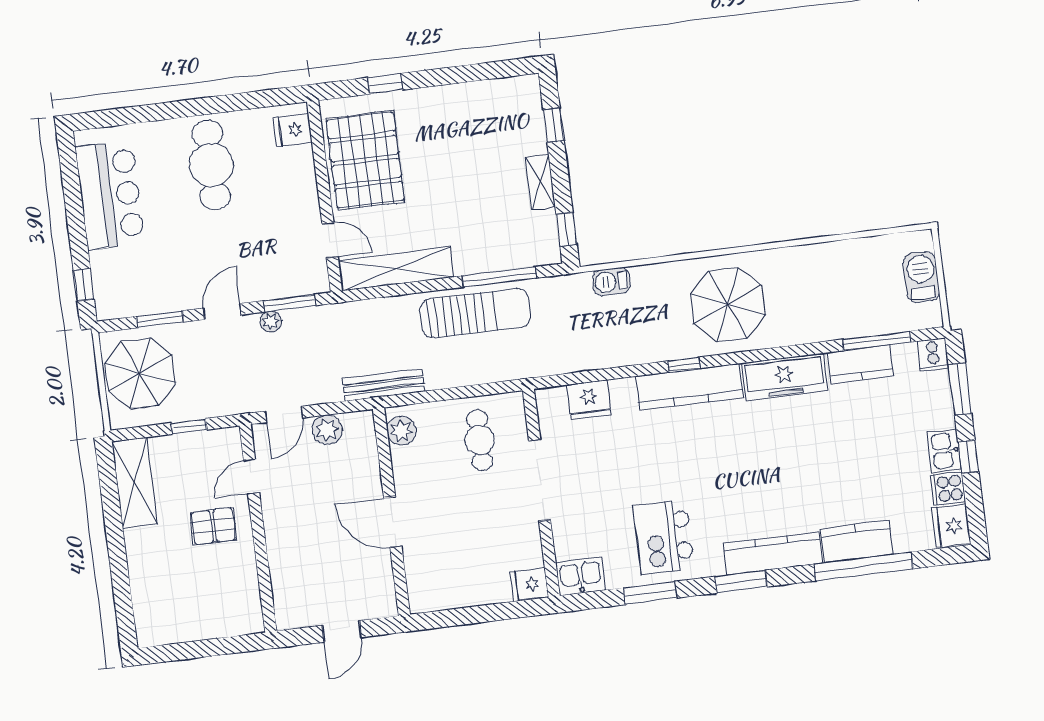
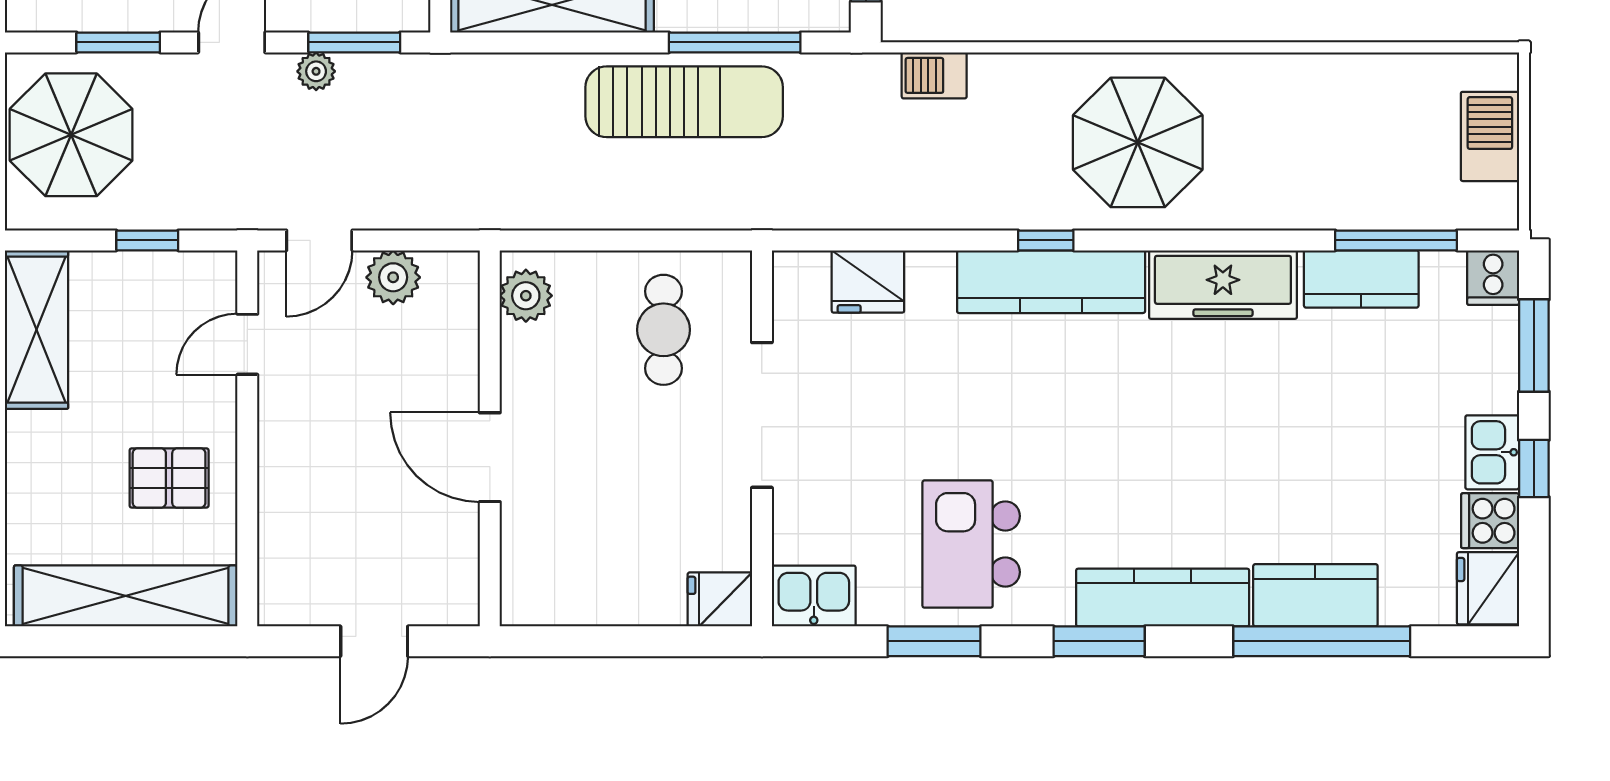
bench: (384, 385) -> (504, 210), removed
pallet: (213, 526) -> (169, 478), moved
shelving: (202, 623) -> (126, 596), added

